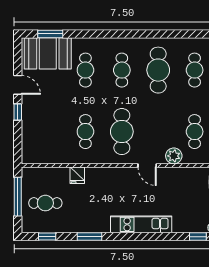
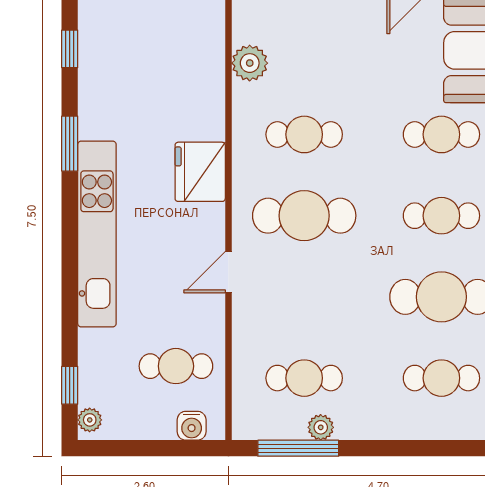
plant: (174, 156) -> (250, 63), moved
fridge: (77, 175) -> (200, 172), moved, width x1.88, depth x1.34
cafe table: (45, 203) -> (176, 366), moved, turned 90
kitchen unit: (141, 224) -> (97, 234), width x1.36

